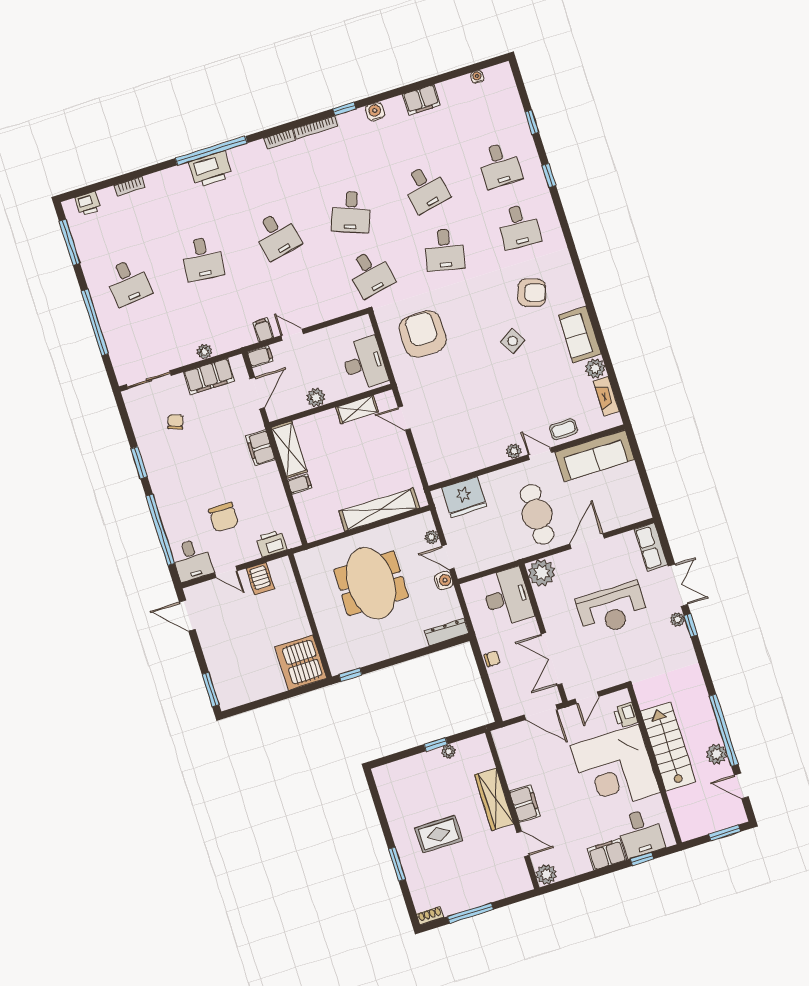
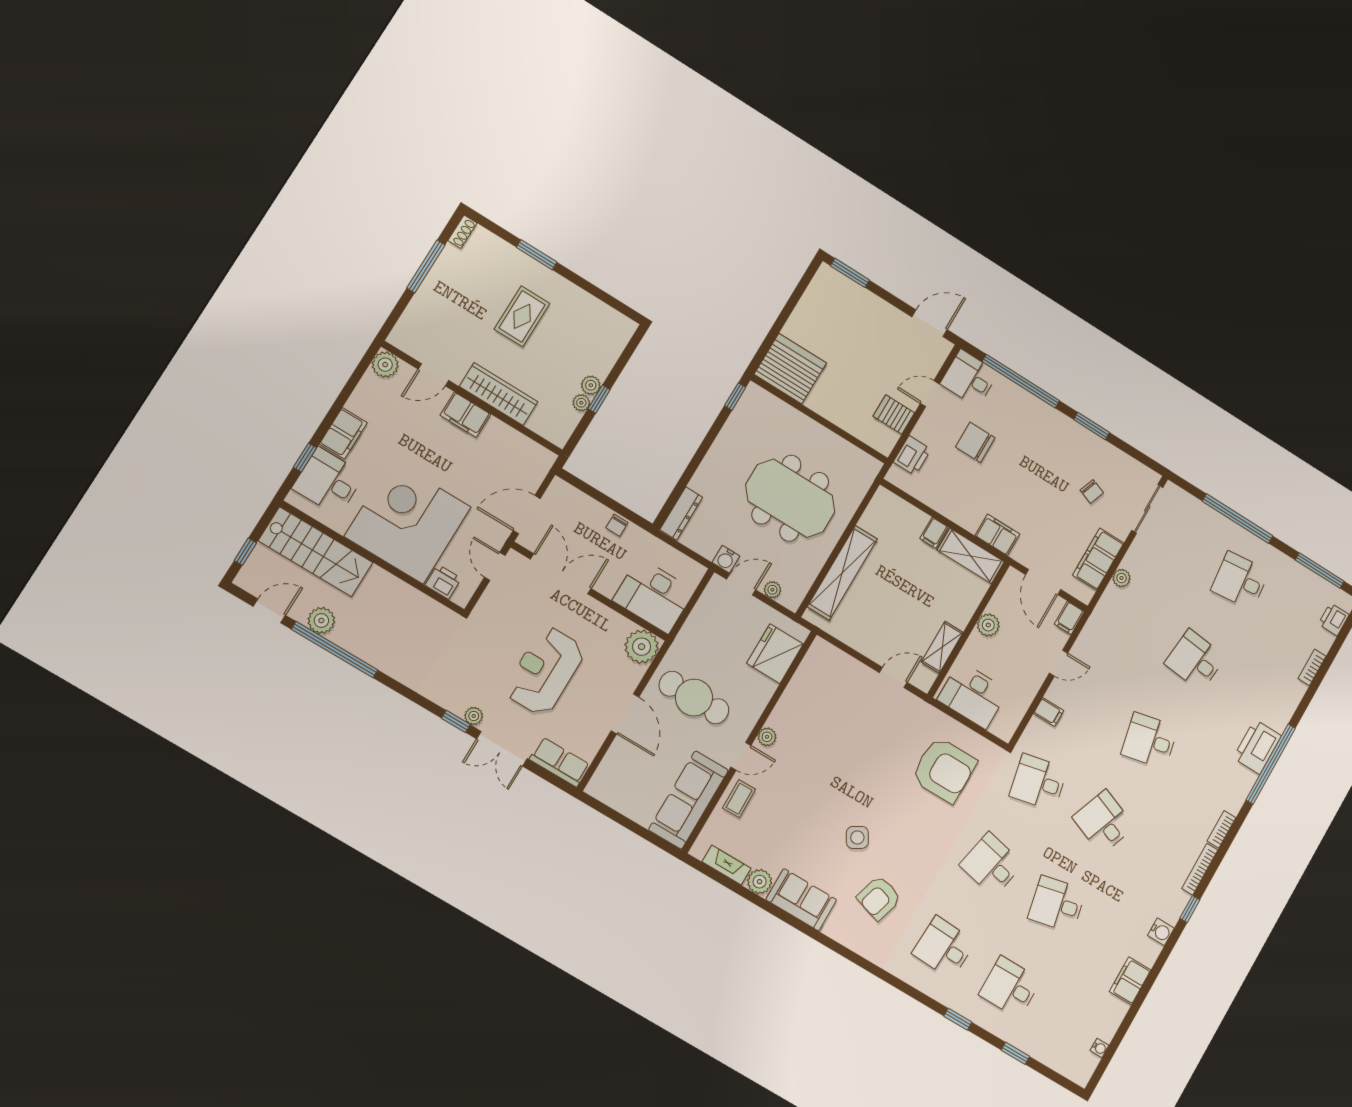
filing cabinet: (263, 330) -> (1049, 712), moved
stairs: (668, 746) -> (316, 552), moved
plant: (433, 757) -> (591, 385), added
window: (725, 833) -> (245, 552), width x0.67

